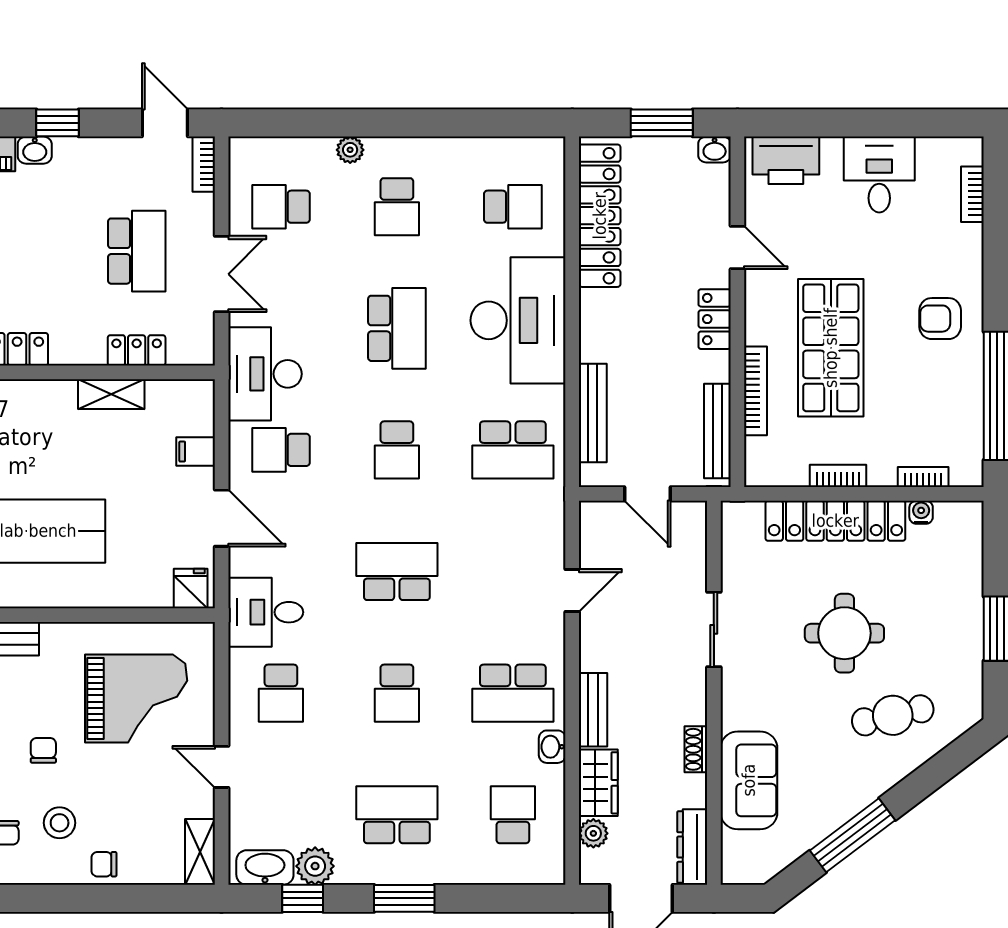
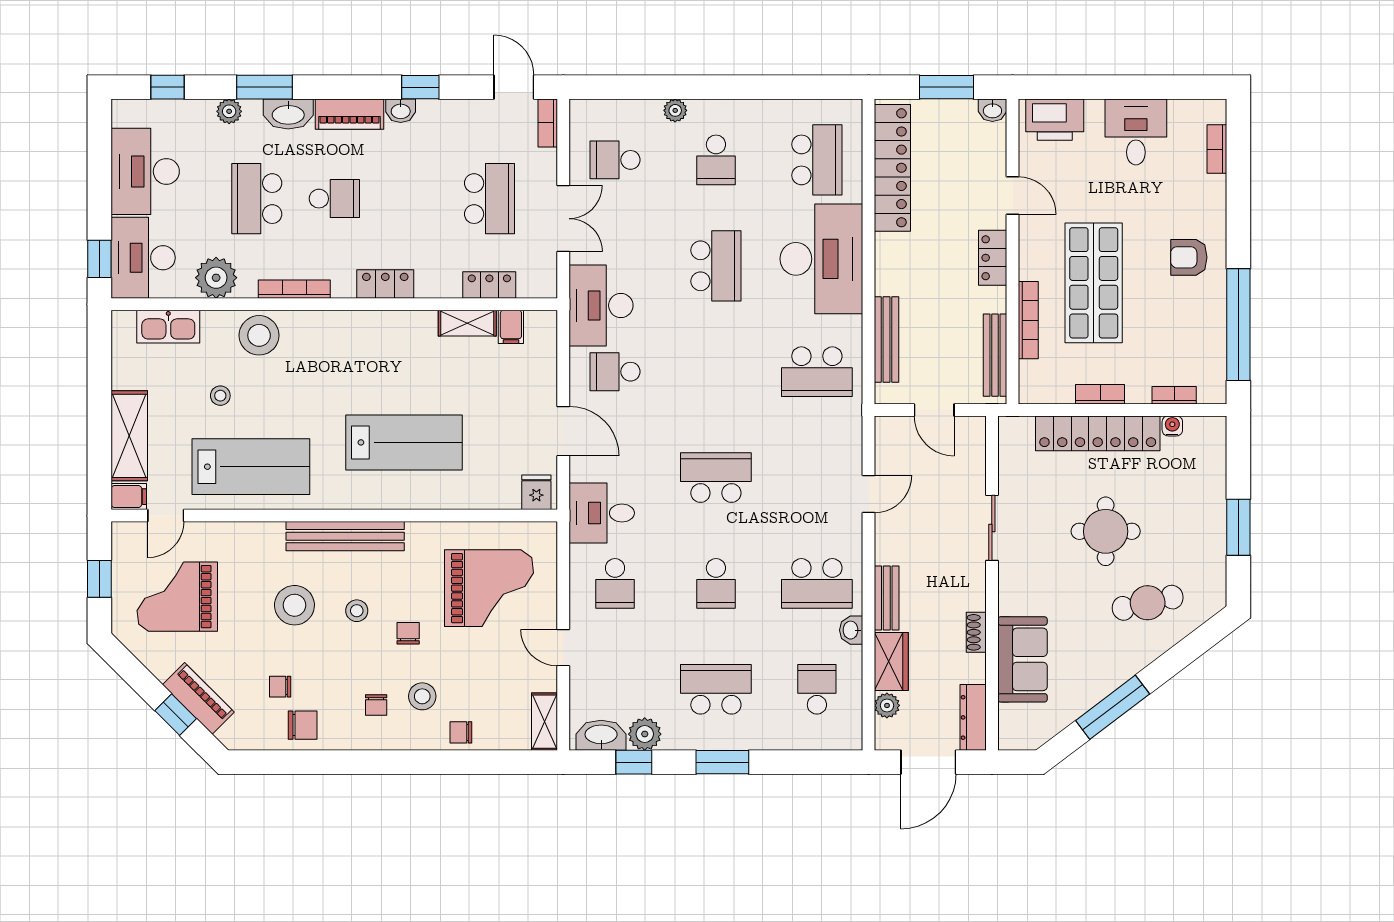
school desk: (513, 207) -> (817, 160), width x1.85
school desk: (397, 450) -> (716, 372), removed
filing cabinet: (196, 452) -> (511, 327), moved, turned -90

